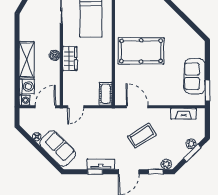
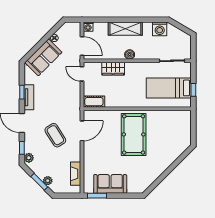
wardrobe: (70, 58) -> (113, 69), moved
washing machine: (27, 87) -> (160, 29), moved

